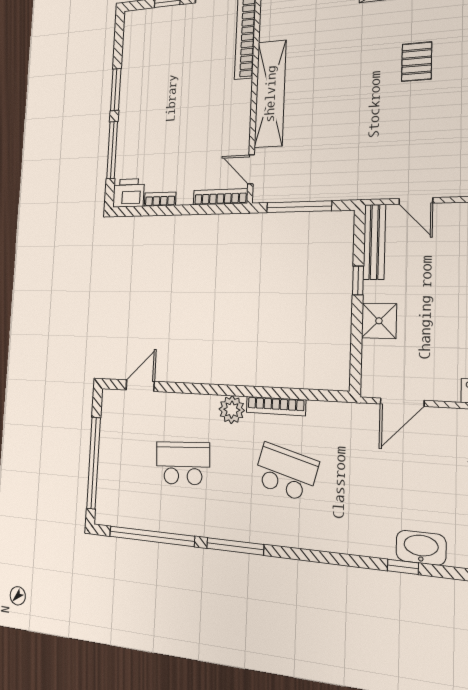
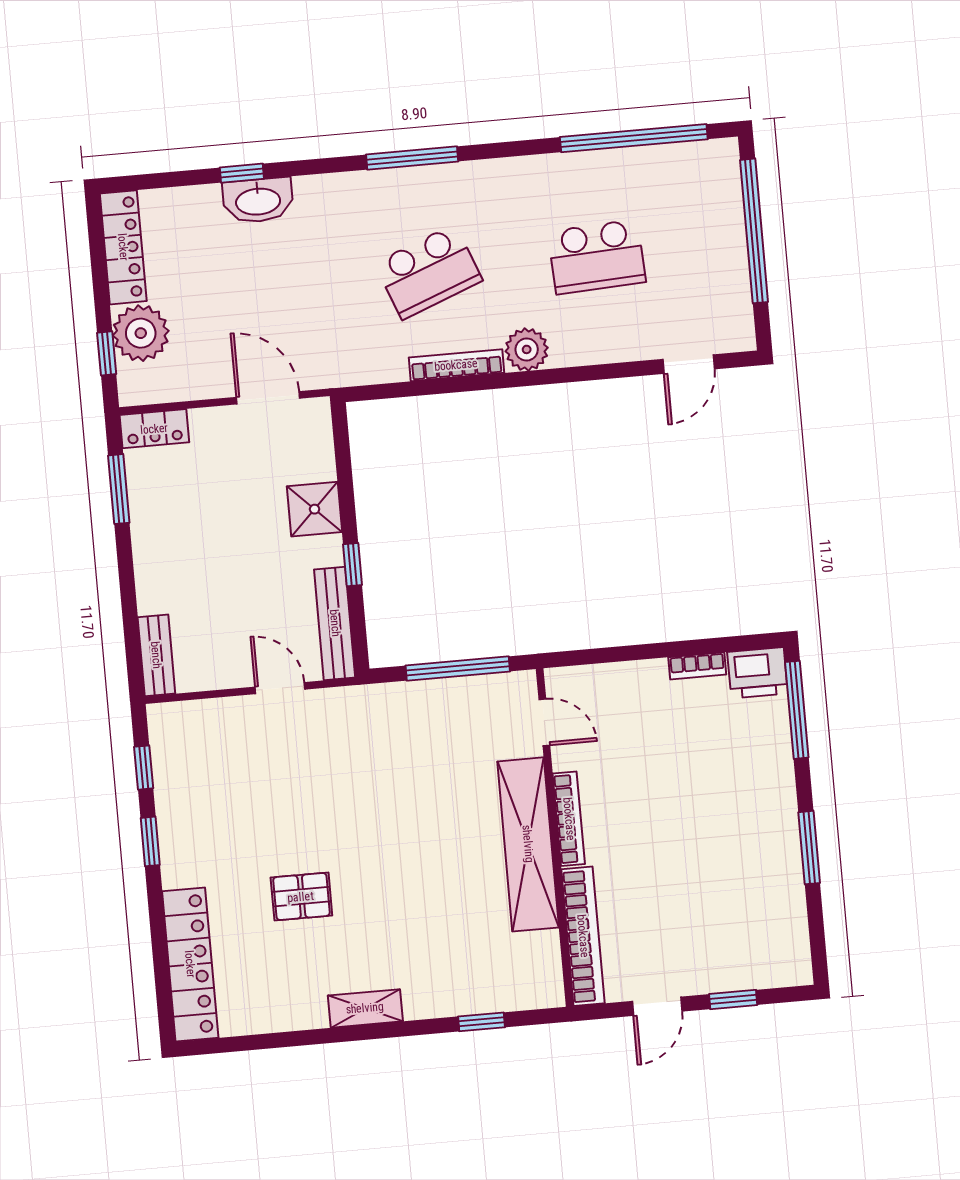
pallet: (417, 62) -> (301, 897), turned 90
window: (112, 150) -> (797, 710), moved
bookcase: (220, 197) -> (569, 819), moved, turned -90
door: (402, 402) -> (268, 398), hinge flipped
school desk: (286, 472) -> (429, 272), turned -36
window: (235, 546) -> (412, 158), moved
washbasin: (421, 548) -> (258, 200), moved

